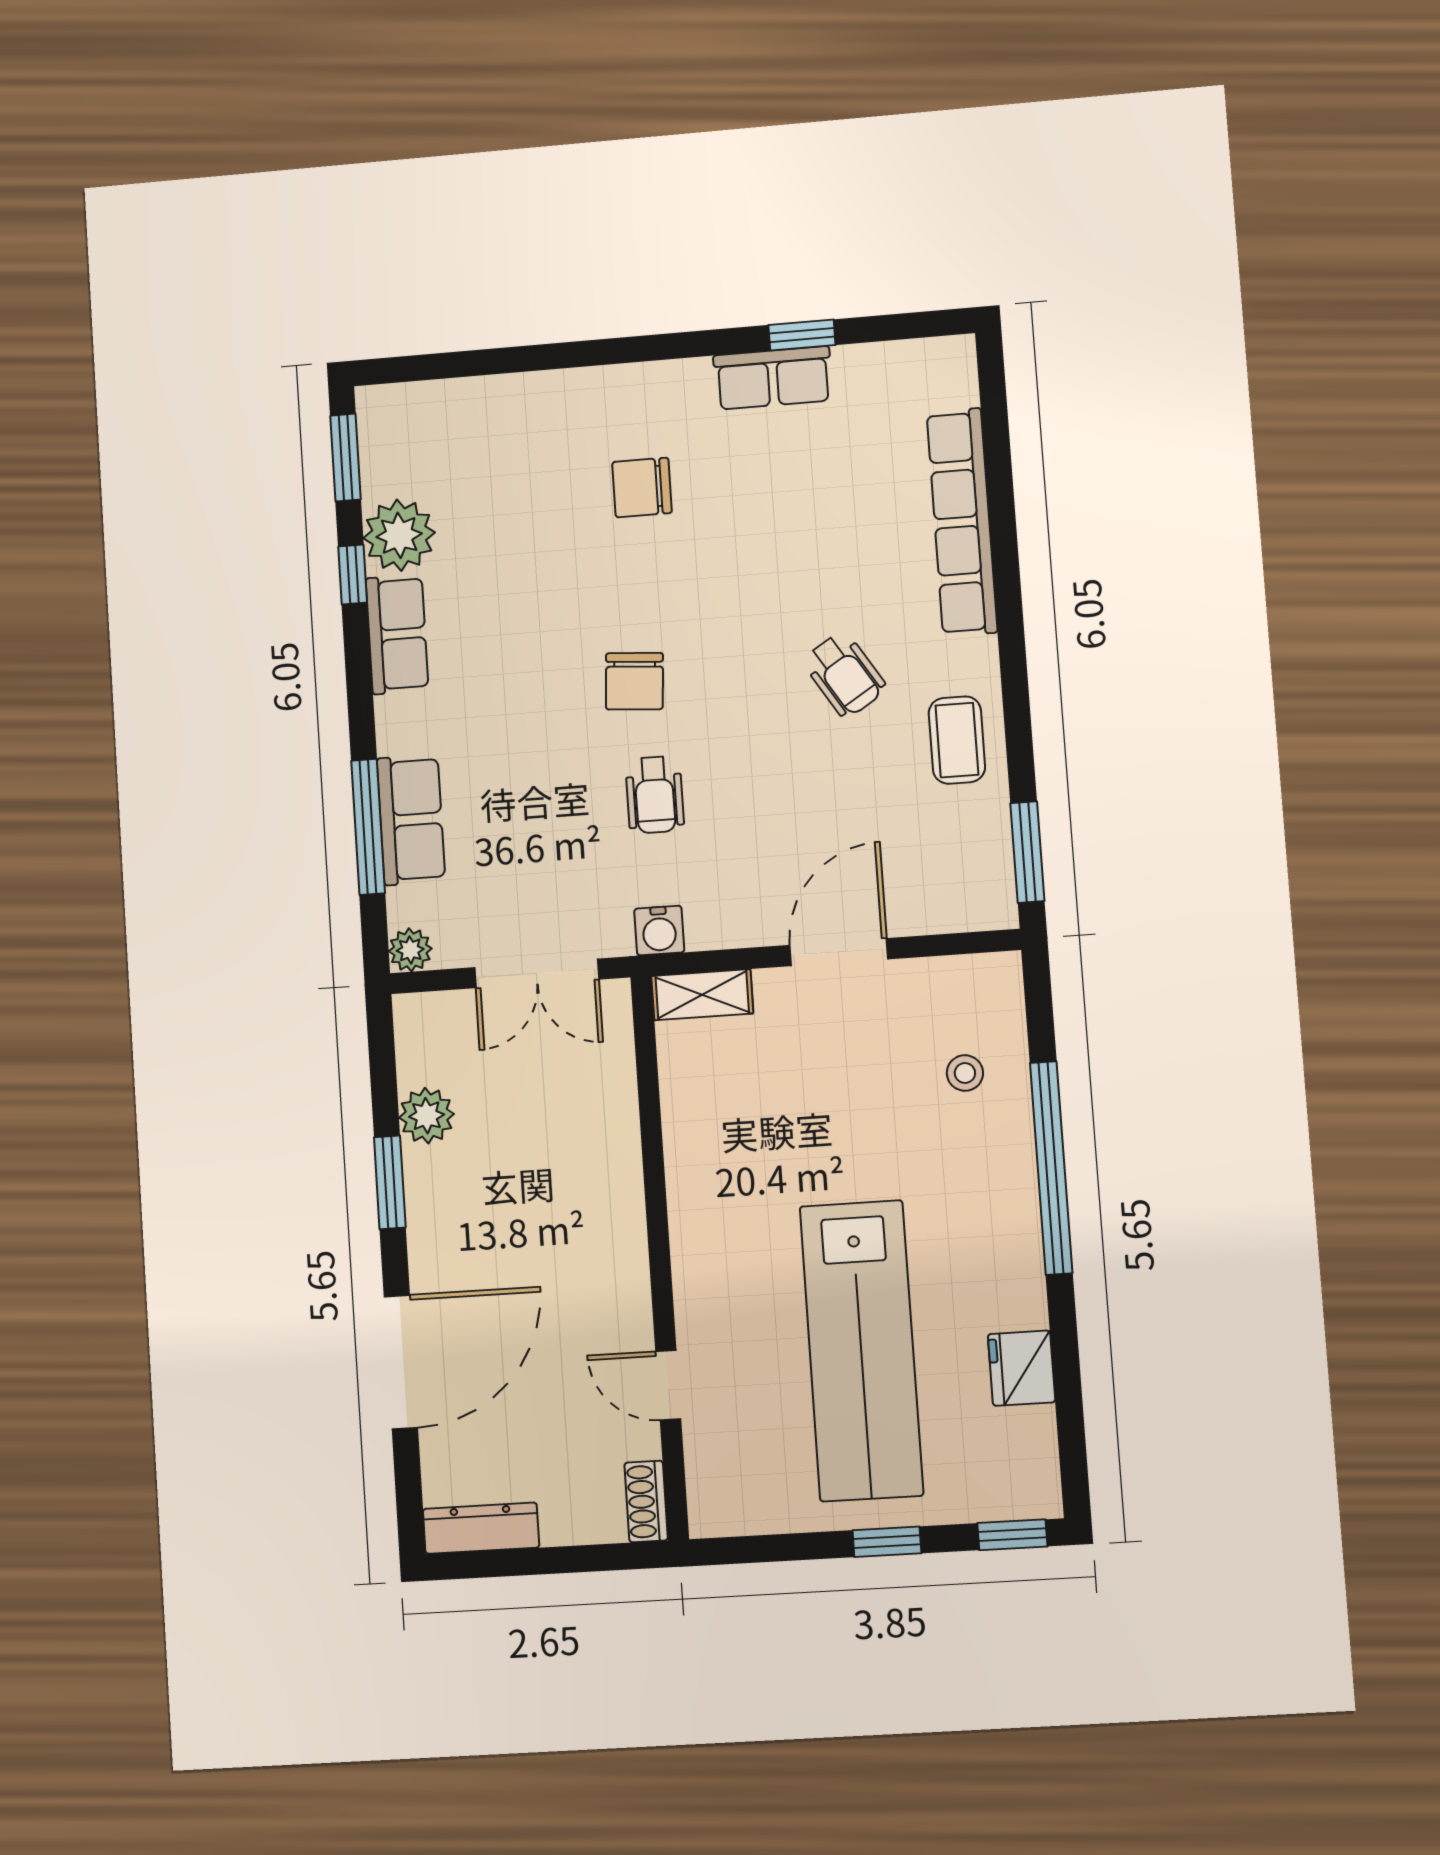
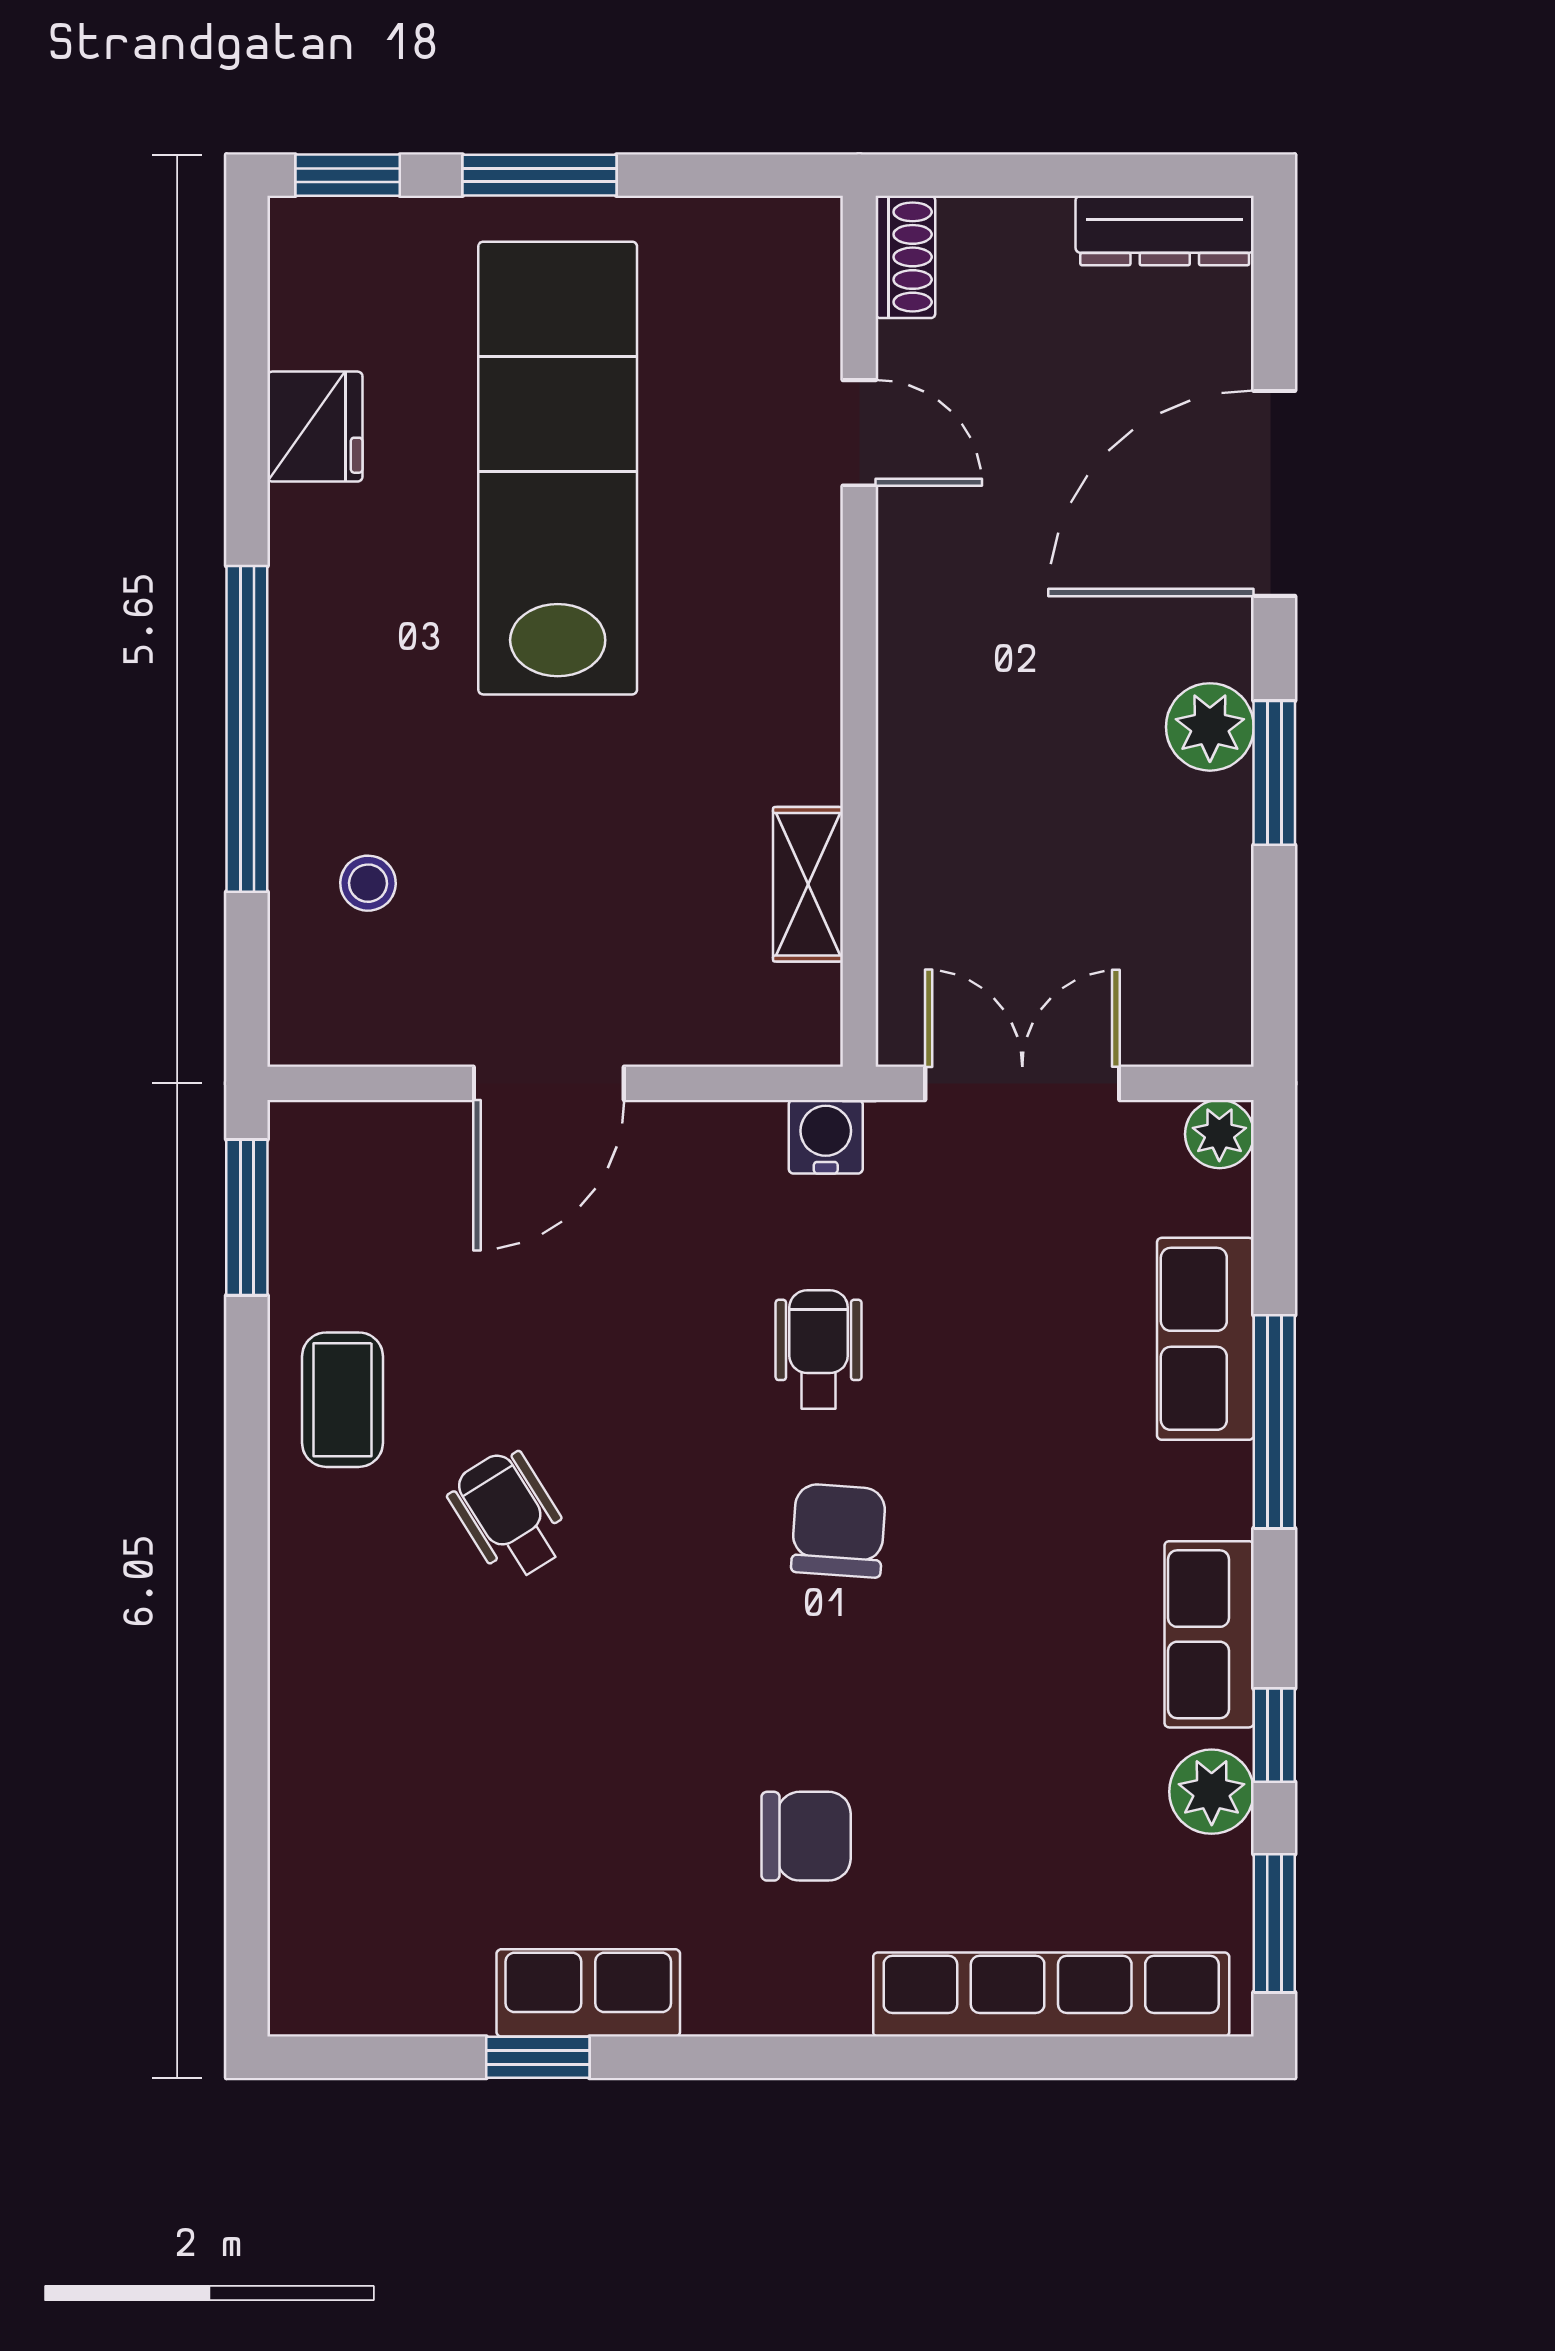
row of seats: (962, 522) -> (1051, 1995), moved, turned -90
plant: (399, 535) -> (1212, 1792), width x0.73, depth x0.73
window: (368, 827) -> (1274, 1422), moved
shelving: (702, 995) -> (808, 884), moved, turned 90
plant: (427, 1116) -> (1210, 727), moved
window: (887, 1542) -> (539, 175), width x1.50

